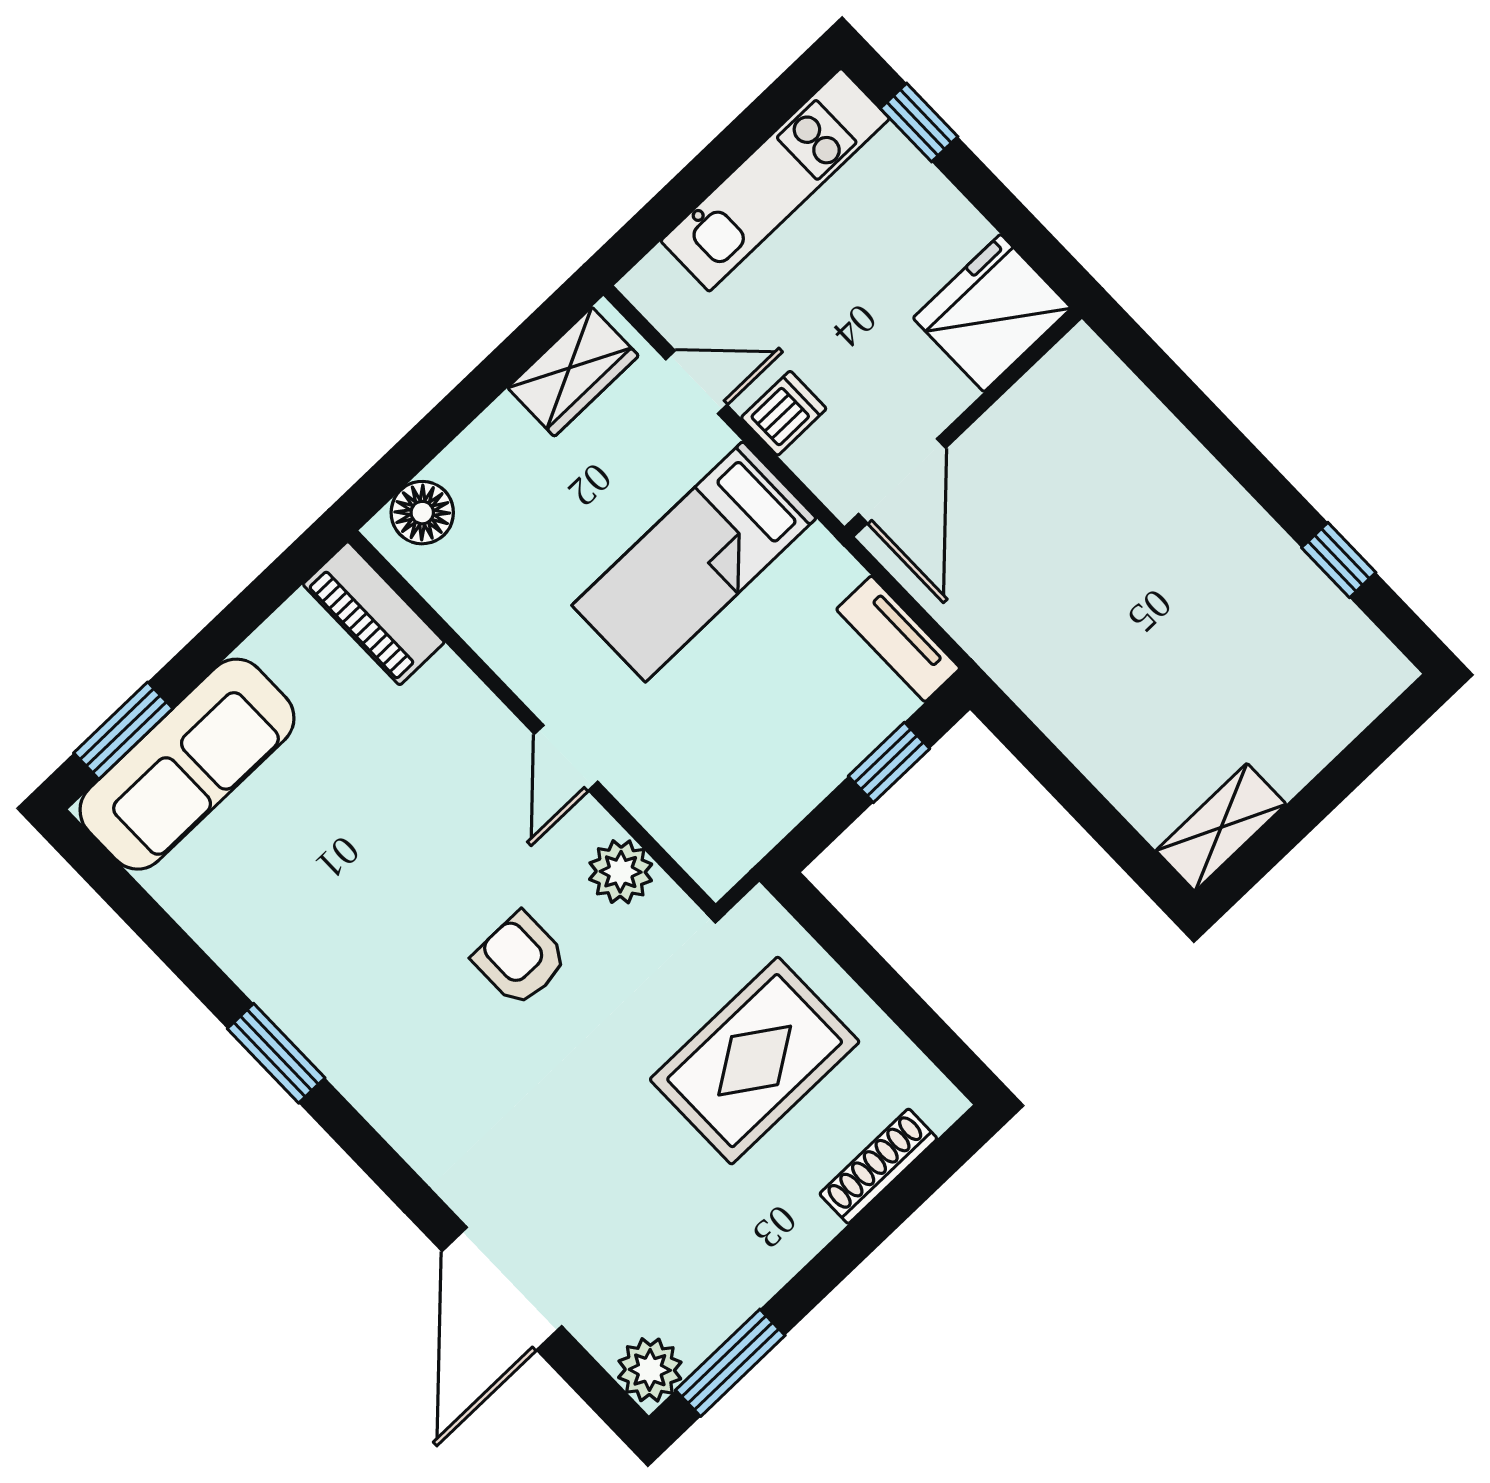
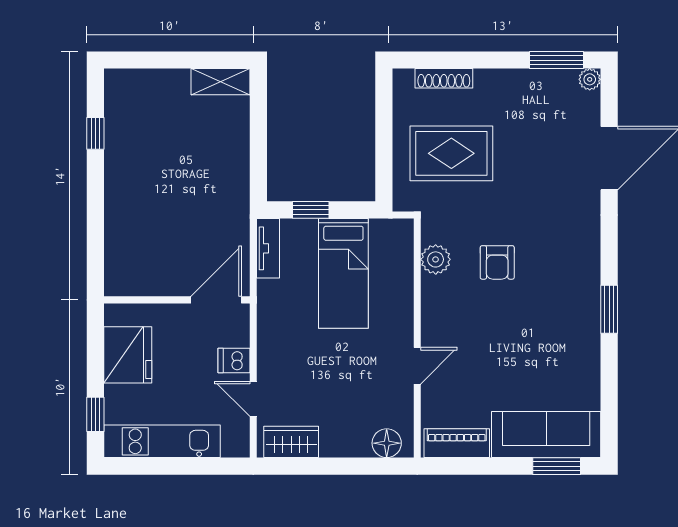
fridge: (992, 313) -> (128, 355), moved, turned -90
bed: (694, 562) -> (343, 273), moved, turned 90
piano: (374, 613) -> (457, 443), moved, turned -90
door: (566, 758) -> (417, 366), moved
plant: (650, 1370) -> (590, 79), width x0.73, depth x0.73

